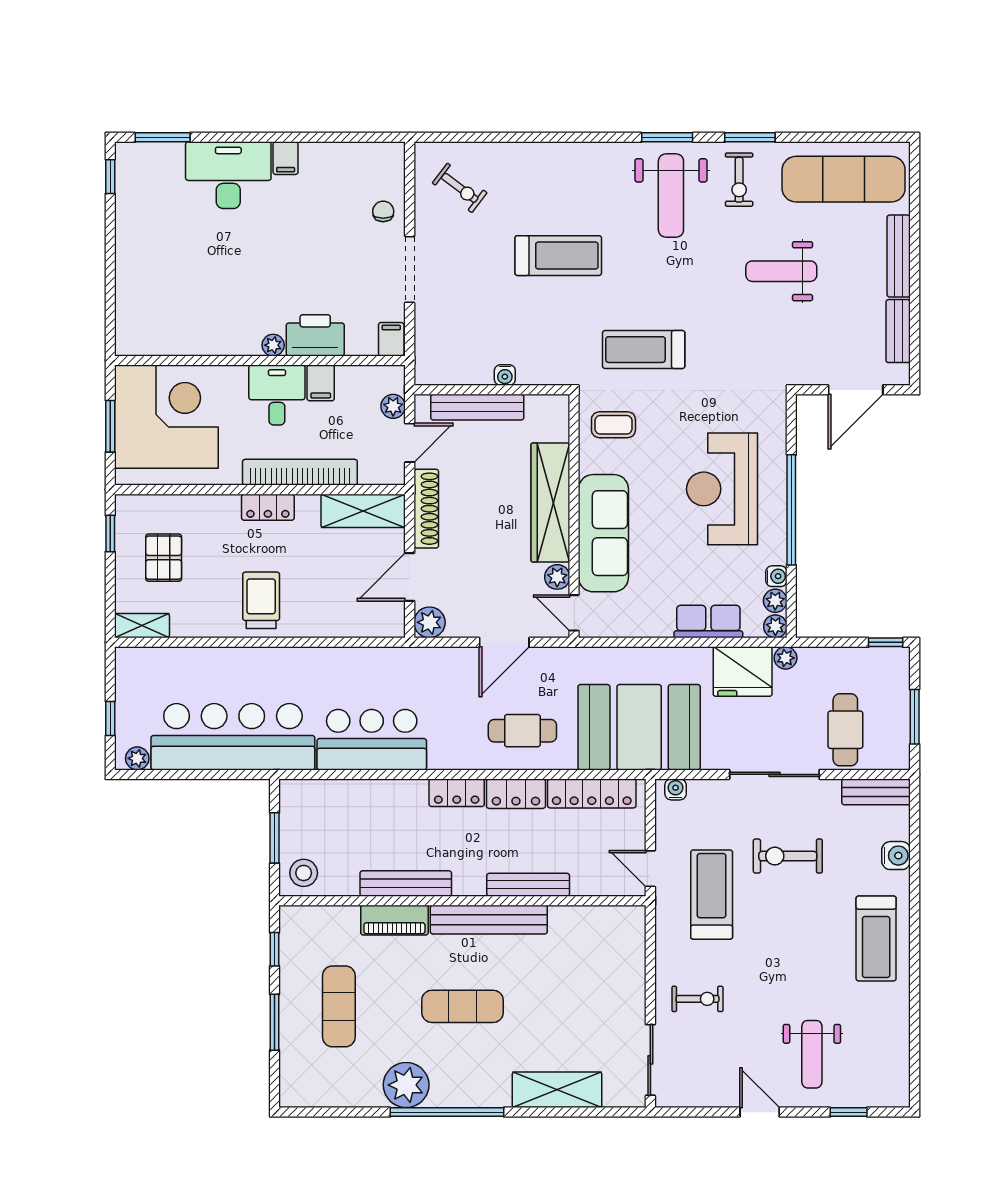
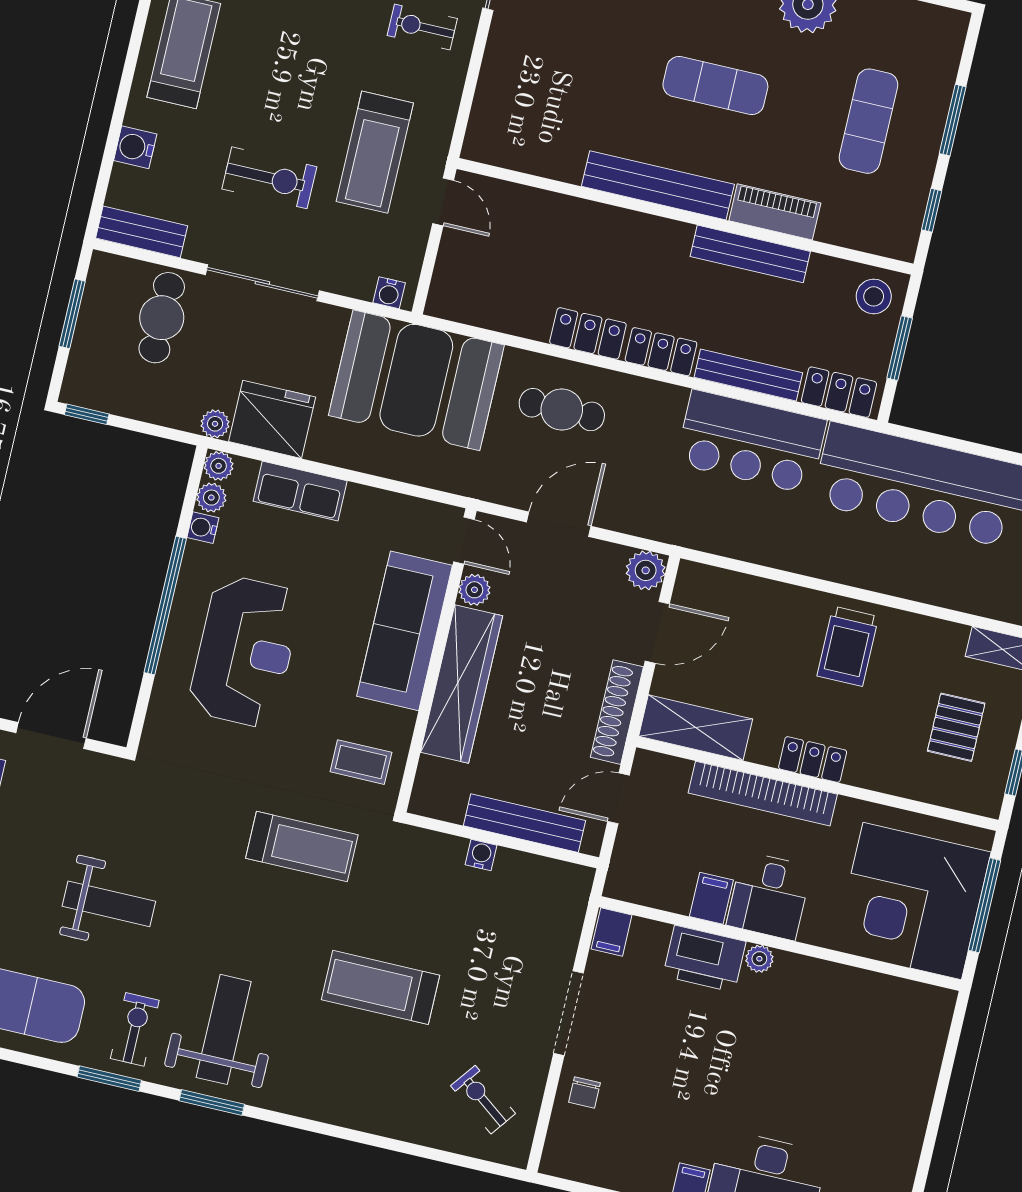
plant: (393, 406) -> (628, 848), removed
window: (110, 426) -> (984, 905), width x1.44
locker: (592, 793) -> (839, 392), moved, width x0.66
bench: (528, 885) -> (748, 375), moved

